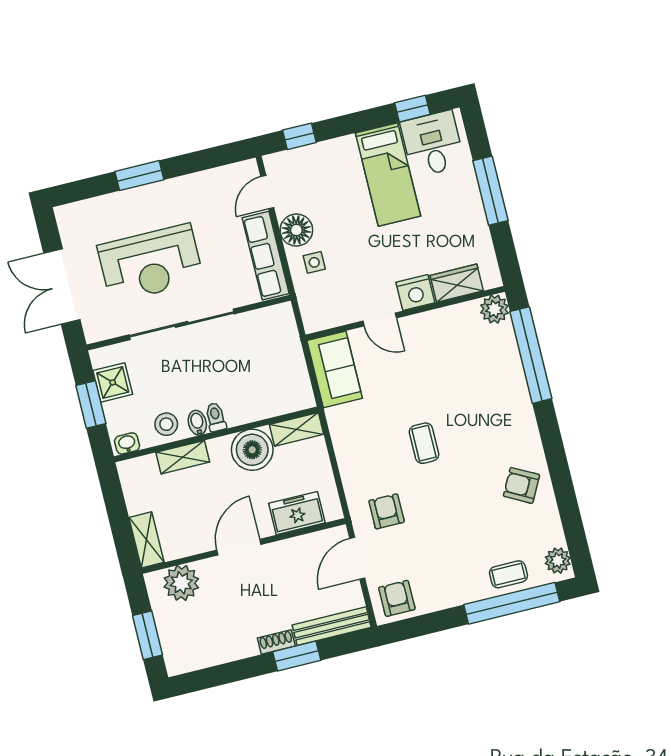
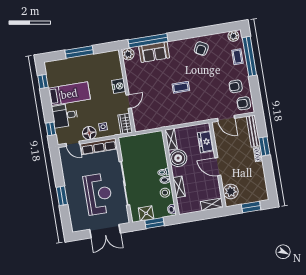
desk: (433, 144) -> (65, 116), moved
wardrobe: (457, 283) -> (125, 124), moved
sofa: (335, 369) -> (154, 52), moved, turned 180
armchair: (387, 511) -> (236, 86), moved

